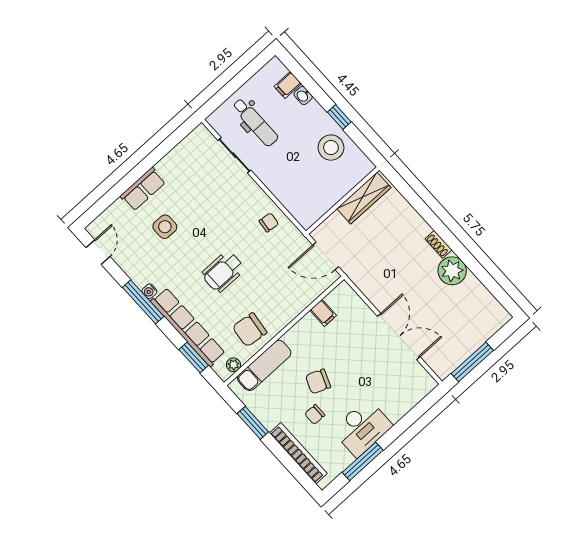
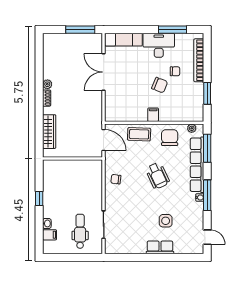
stool: (331, 148) -> (56, 188), removed
wardrobe: (364, 198) -> (49, 132), moved, turned 90
door: (98, 252) -> (207, 237), swing flipped
plant: (452, 271) -> (47, 84), width x0.53, depth x0.53
wheelchair: (223, 272) -> (158, 176), turned 65
coffee table: (290, 301) -> (139, 134), added
filing cabinet: (323, 313) -> (153, 115), moved
chair: (250, 330) -> (170, 138), turned -97
window: (194, 358) -> (207, 148), width x1.44
exam couch: (264, 365) -> (124, 40), moved, turned 180

